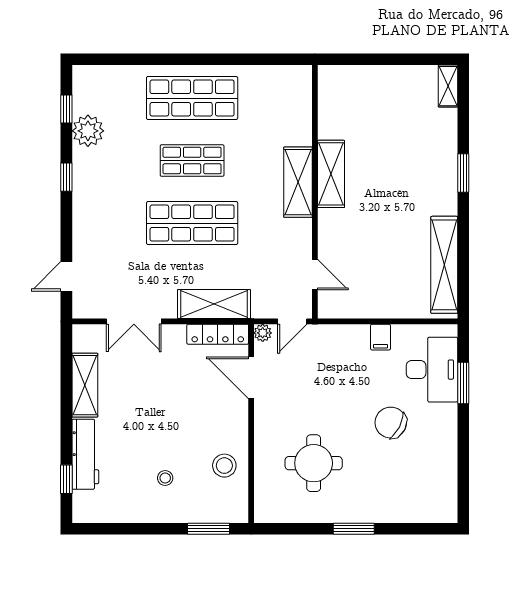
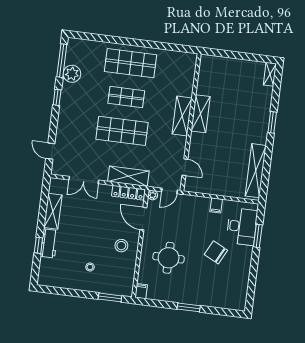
window: (66, 109) -> (62, 61), width x2.17
door: (66, 276) -> (50, 151), hinge flipped
workbench: (85, 454) -> (49, 243), width x0.73
round table: (314, 463) -> (169, 258), moved
stool: (224, 466) -> (121, 246), moved
window: (66, 479) -> (38, 245), moved
filing cabinet: (264, 510) -> (141, 291), added

